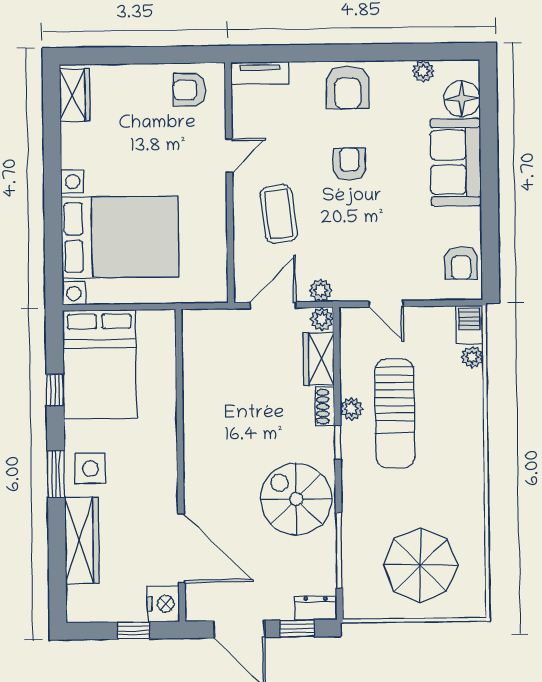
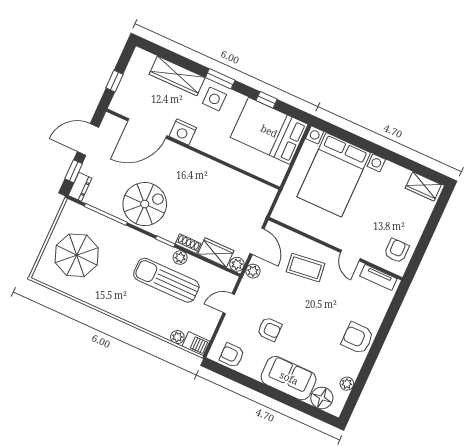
tv unit: (260, 73) -> (378, 277), moved, turned -90
armchair: (349, 164) -> (269, 329), moved
nightstand: (163, 604) -> (183, 132), moved

